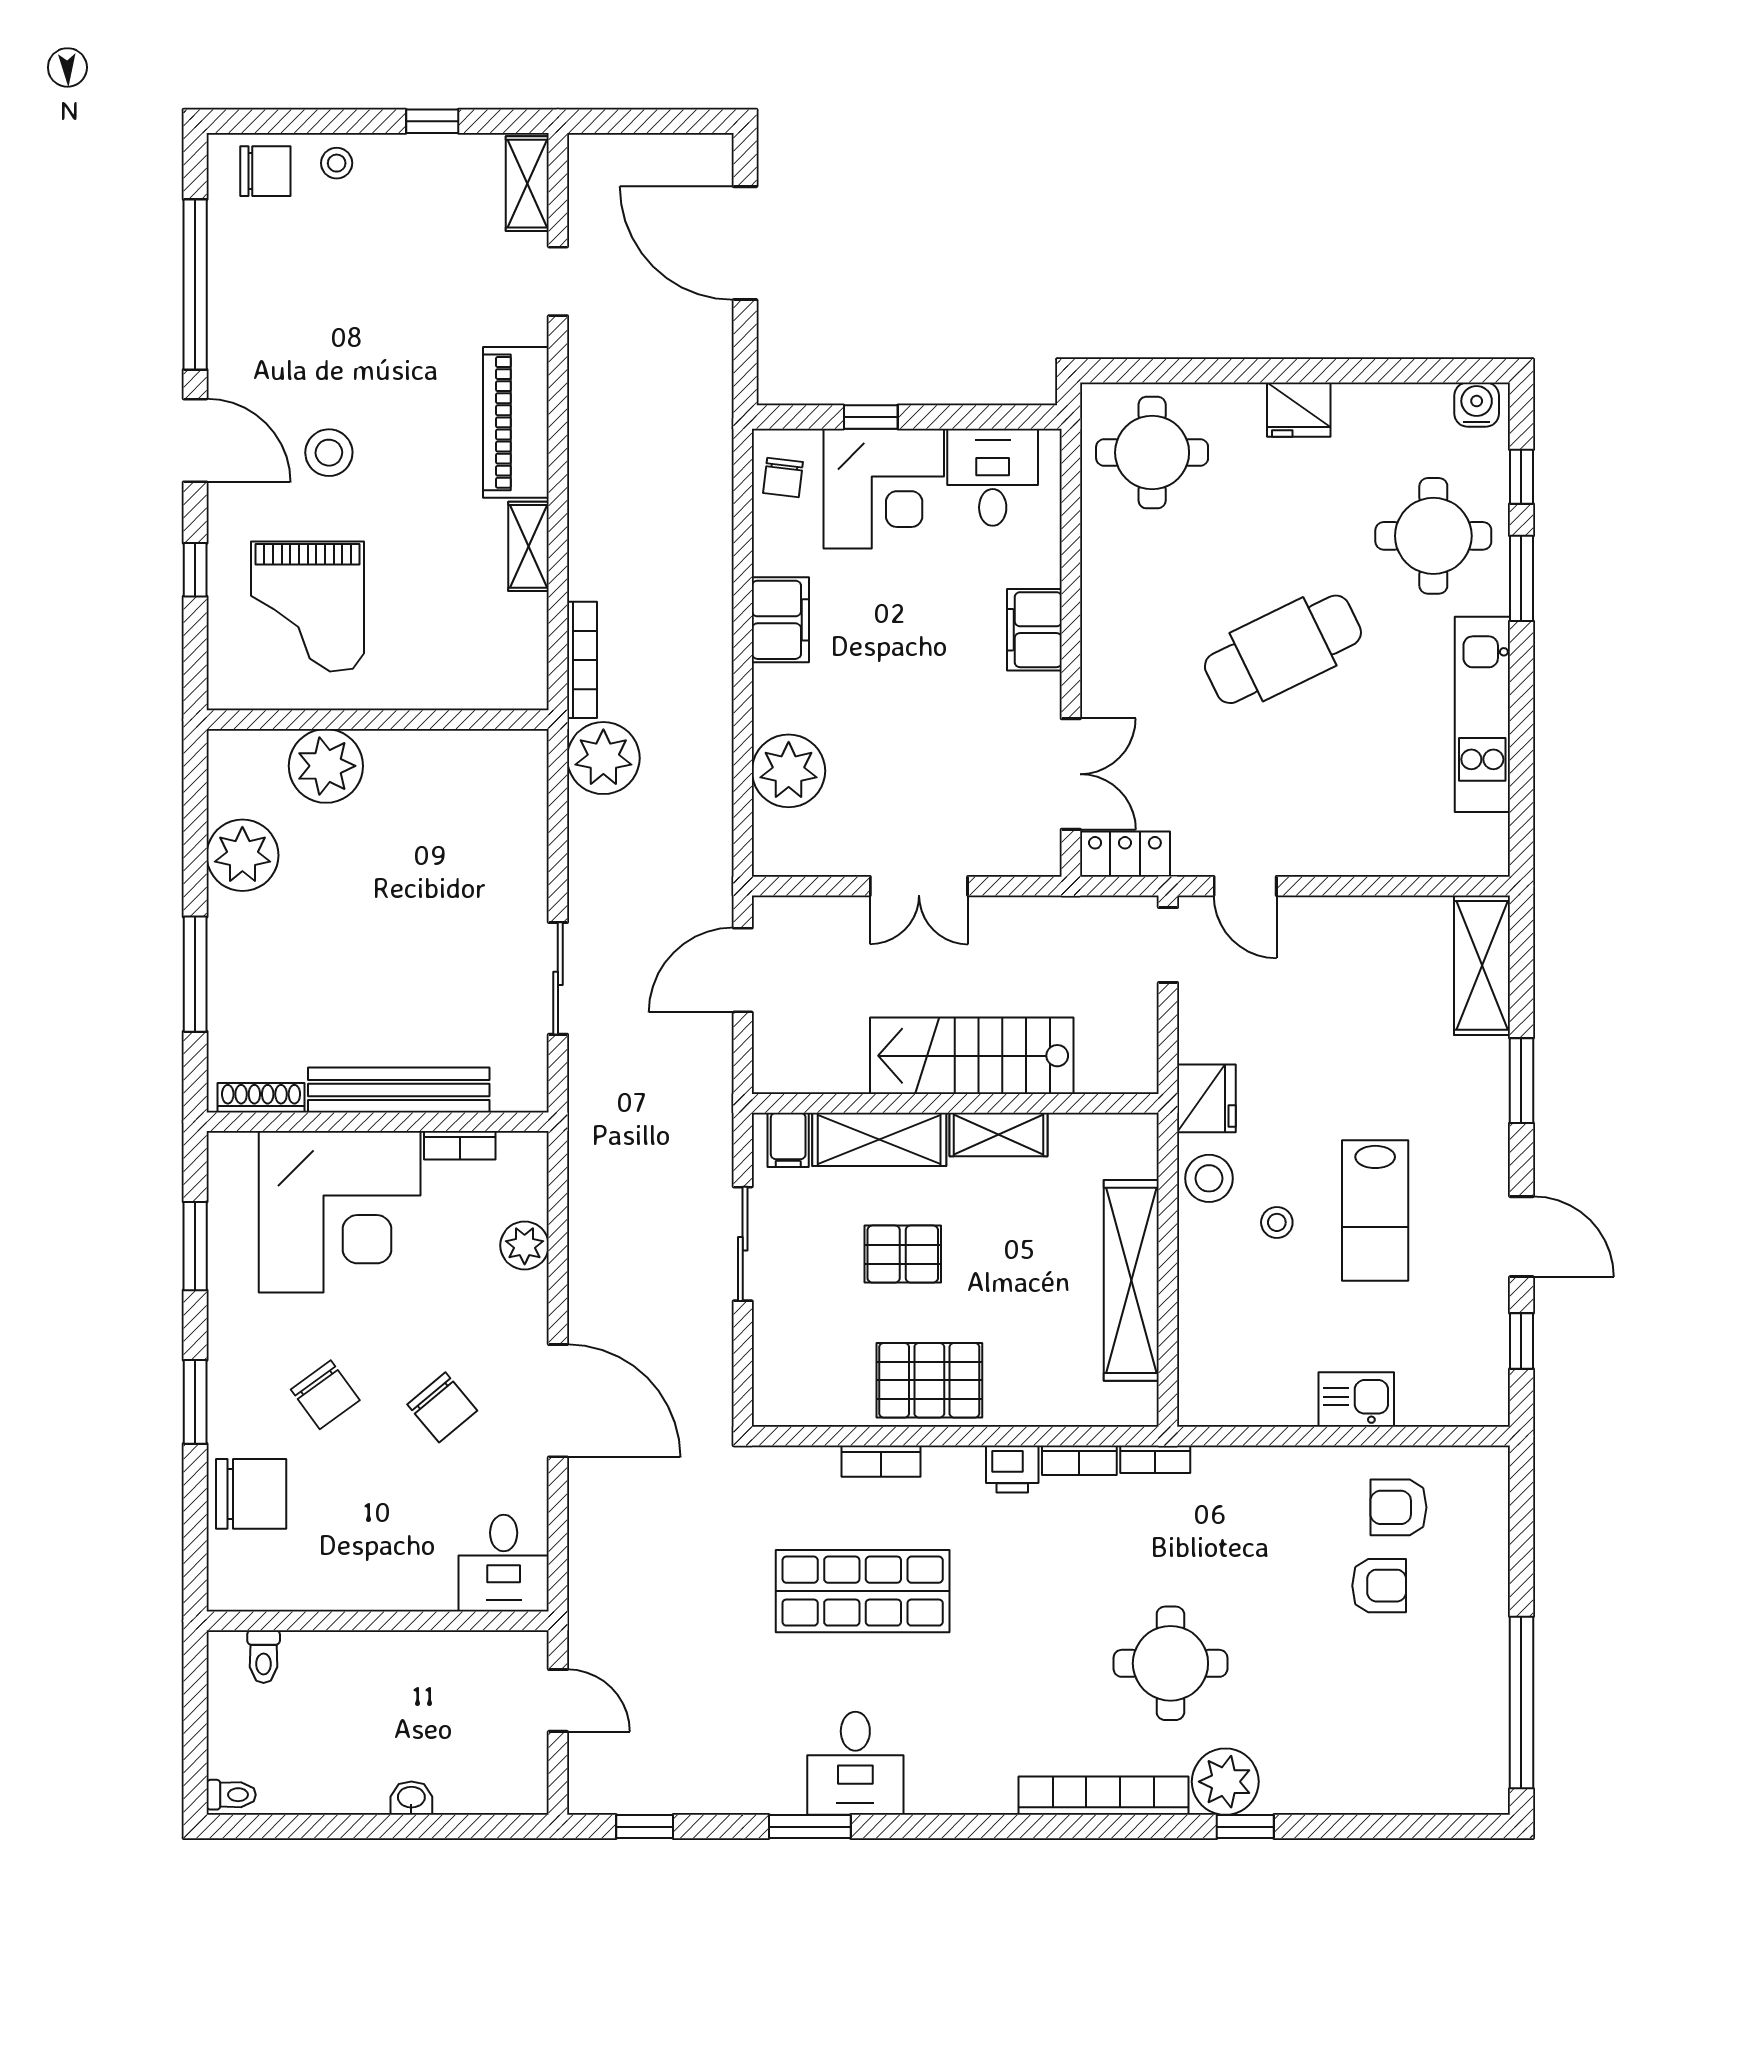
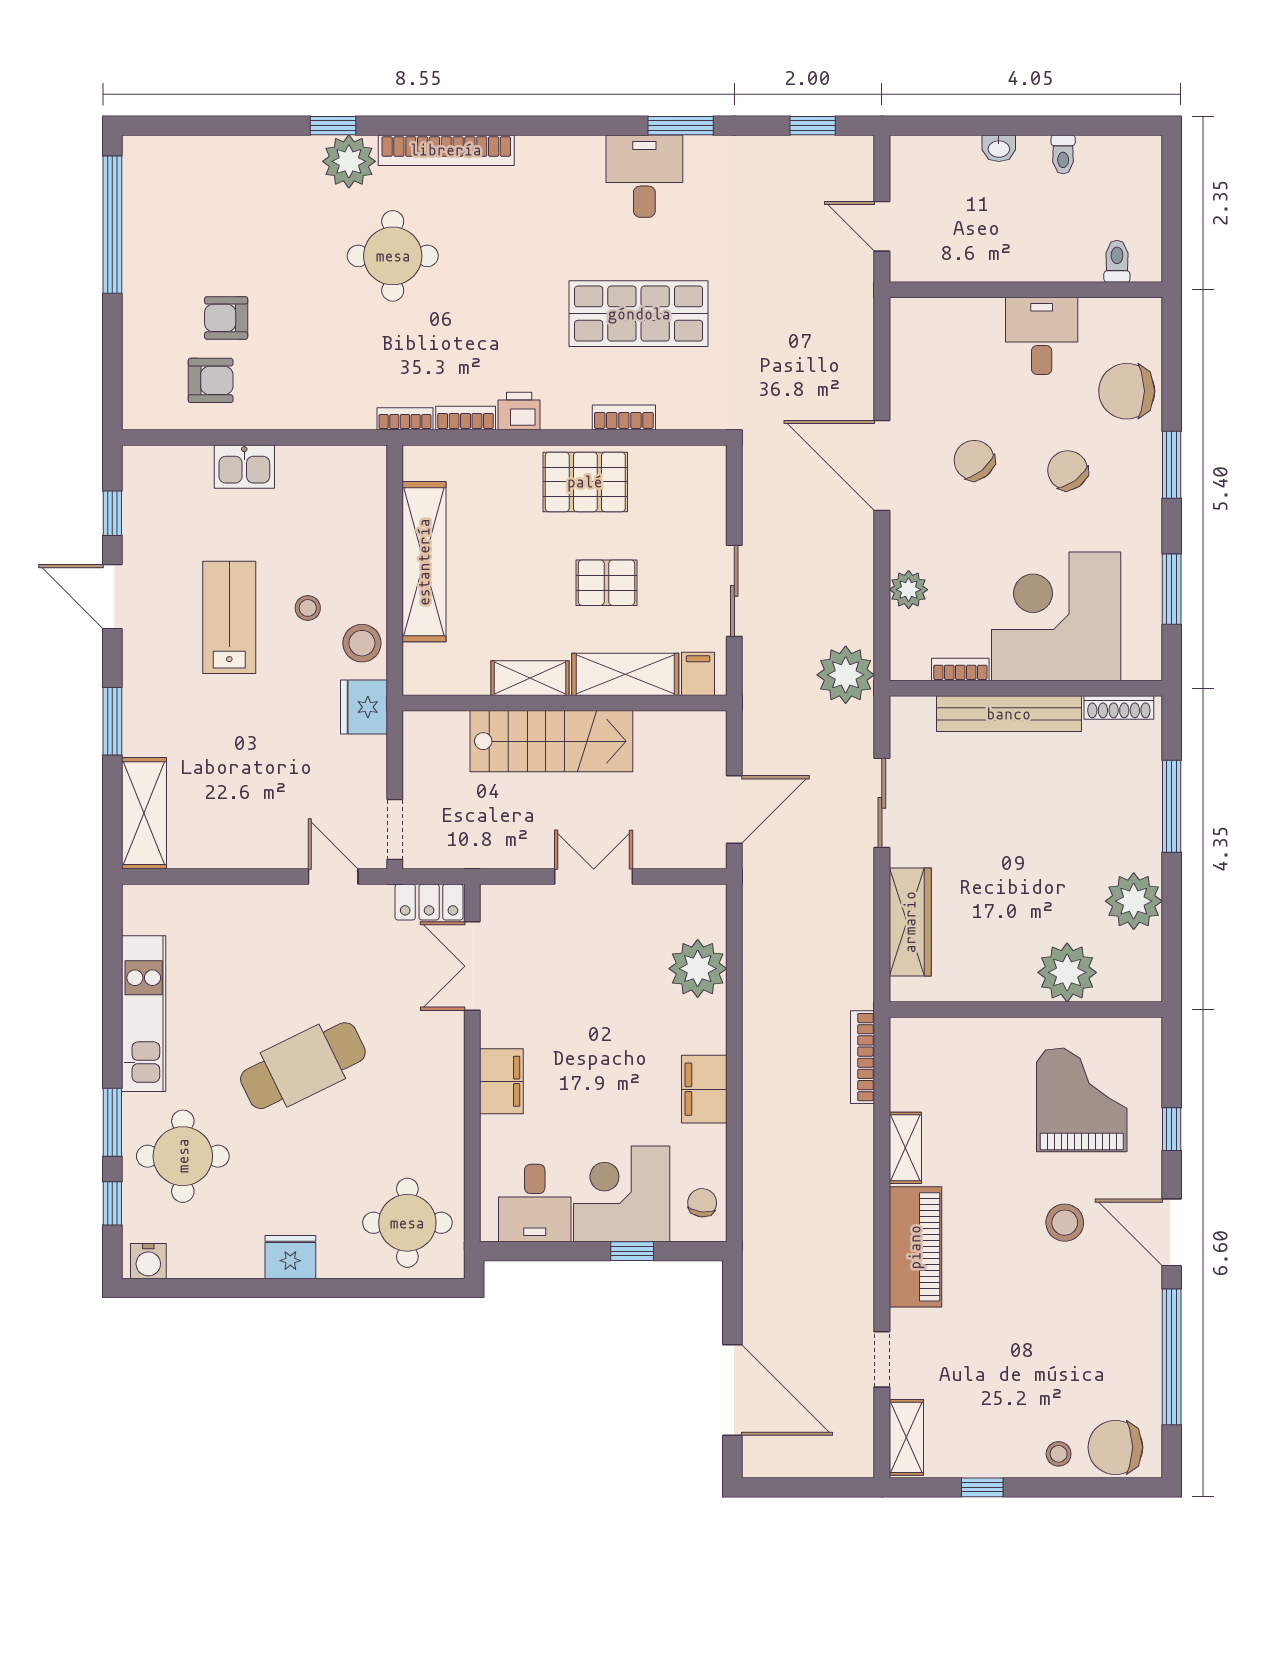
chair: (265, 171) -> (1115, 1447), width x1.37, depth x1.37
plant: (603, 758) -> (846, 675), moved
wardrobe: (522, 829) -> (910, 922), added
desk: (504, 1563) -> (1042, 336), moved
toilet: (231, 1795) -> (1063, 154), moved, turned -90

